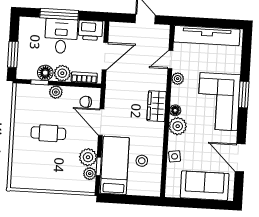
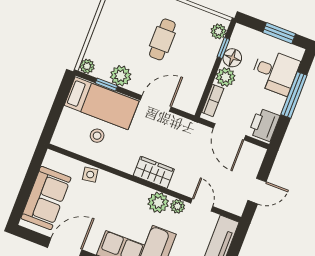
desk: (61, 36) -> (275, 72), moved
window: (13, 54) -> (279, 33), moved
plant: (56, 92) -> (218, 31), moved
chair: (86, 102) -> (184, 93), removed
floor lamp: (175, 110) -> (142, 192), removed
plant: (178, 126) -> (158, 202), moved
plant: (90, 174) -> (87, 66), moved

